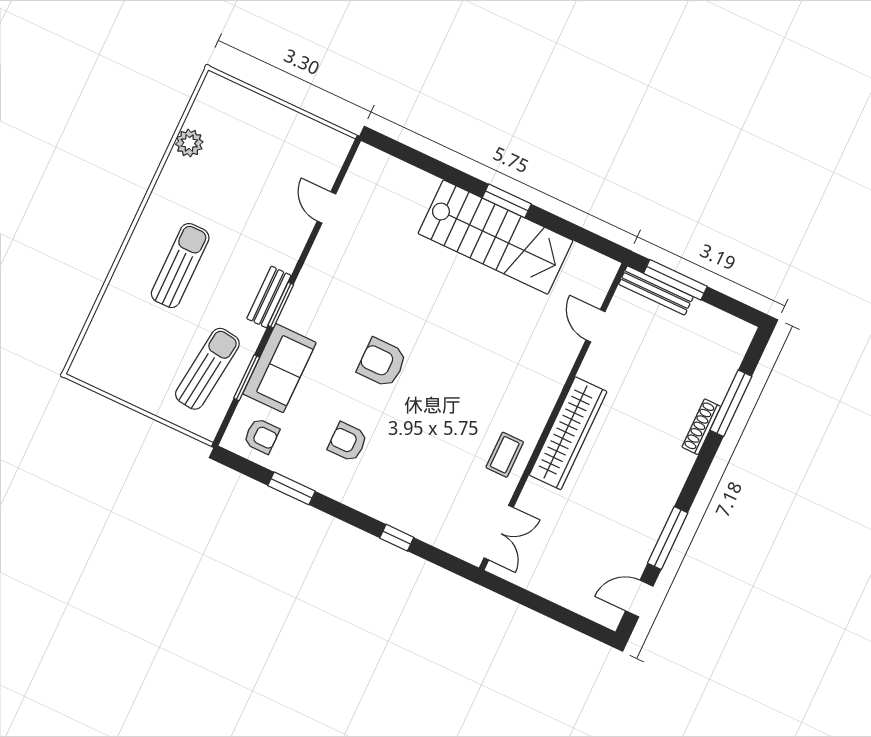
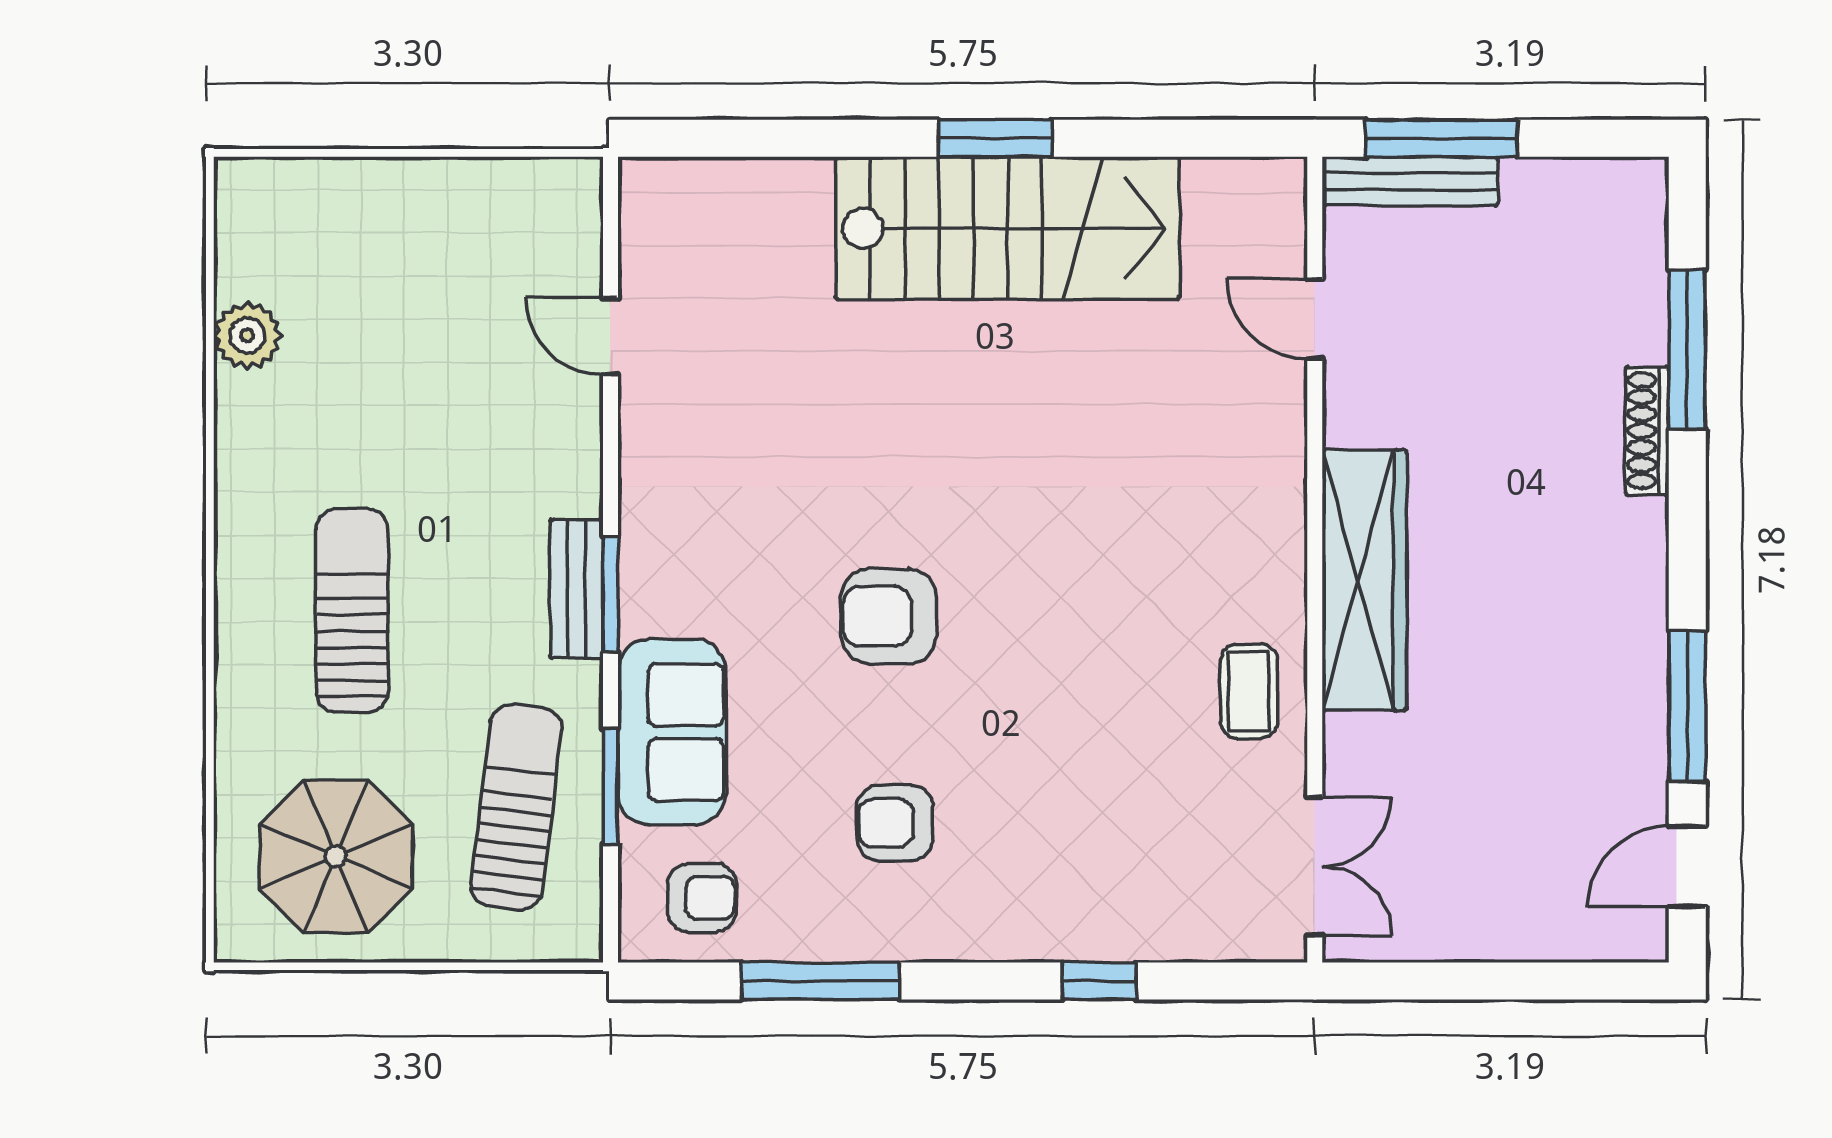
parasol: (131, 356) -> (336, 856), added
window: (292, 488) -> (820, 981), width x1.44

